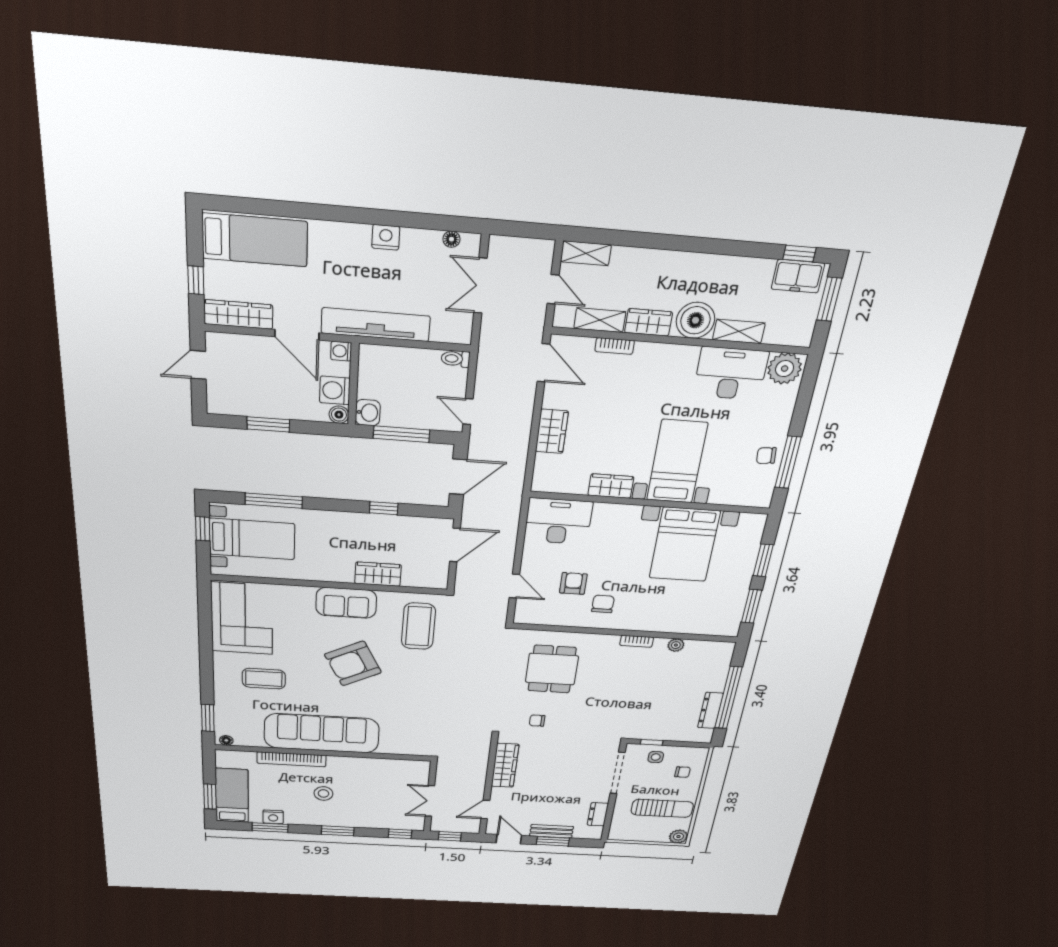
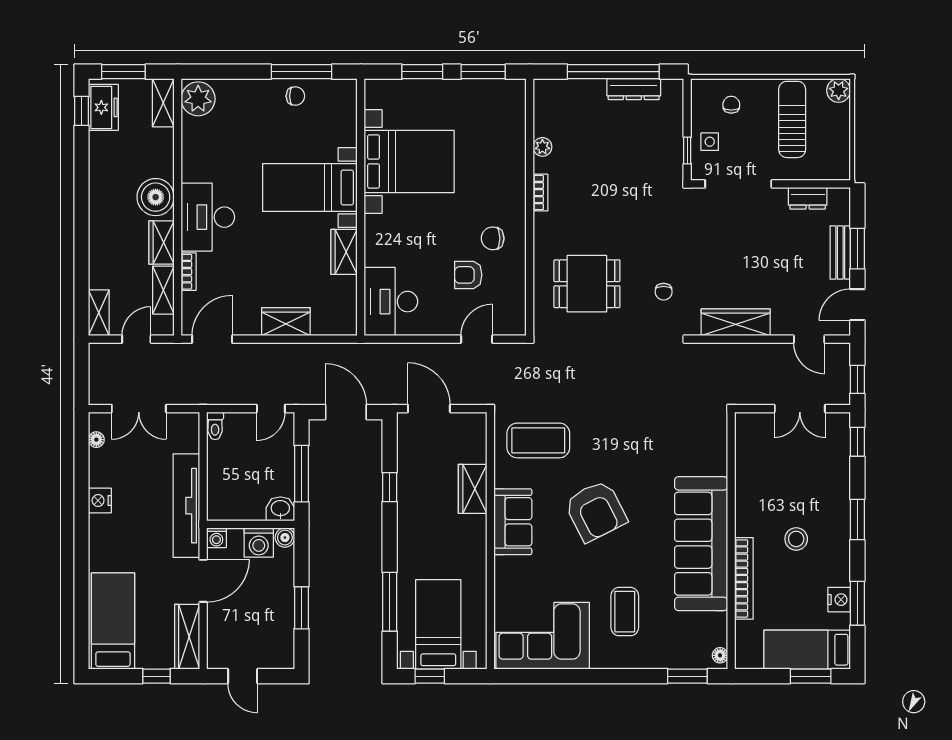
shelving: (739, 331) -> (163, 103), moved
desk: (731, 373) -> (208, 217), moved
chair: (766, 456) -> (295, 96), turned -84

